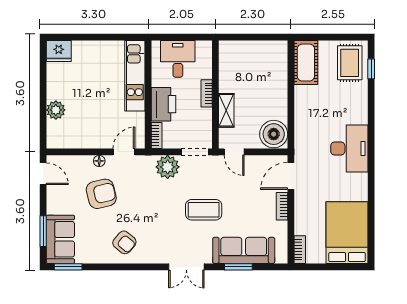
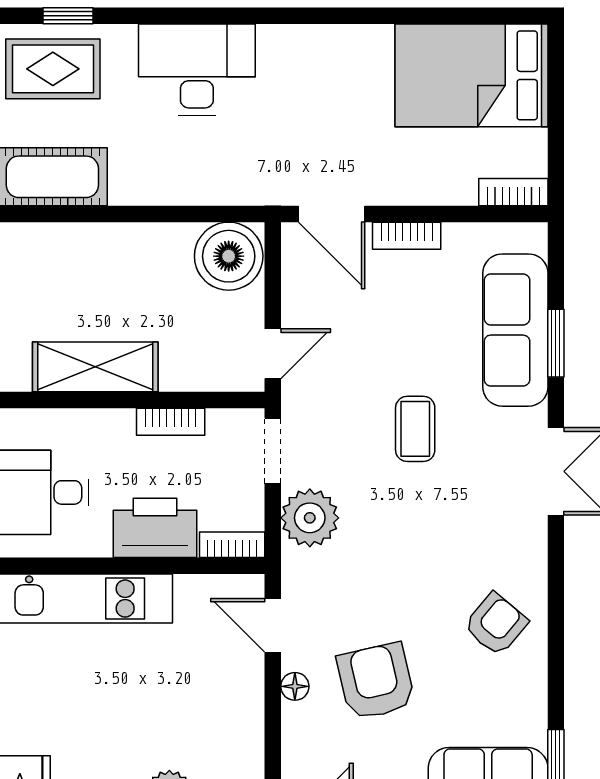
bookcase: (207, 93) -> (171, 422), moved
shelving: (226, 110) -> (95, 367), moved, width x1.50, depth x1.33
desk: (349, 149) -> (197, 70), moved
coffee table: (204, 210) -> (415, 429), width x0.73, depth x0.77

